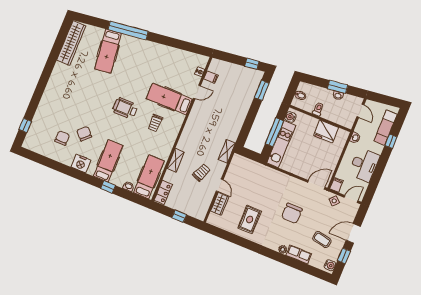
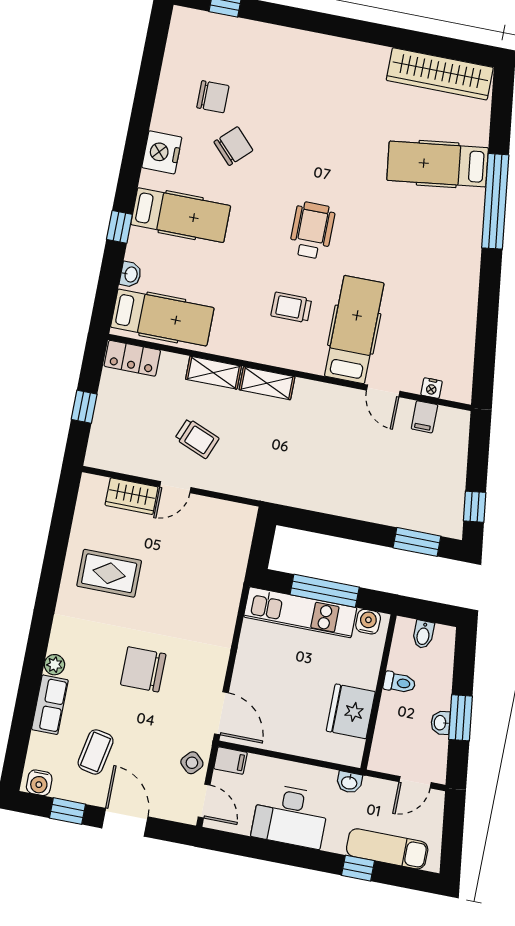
shelving: (227, 151) -> (267, 383), moved

